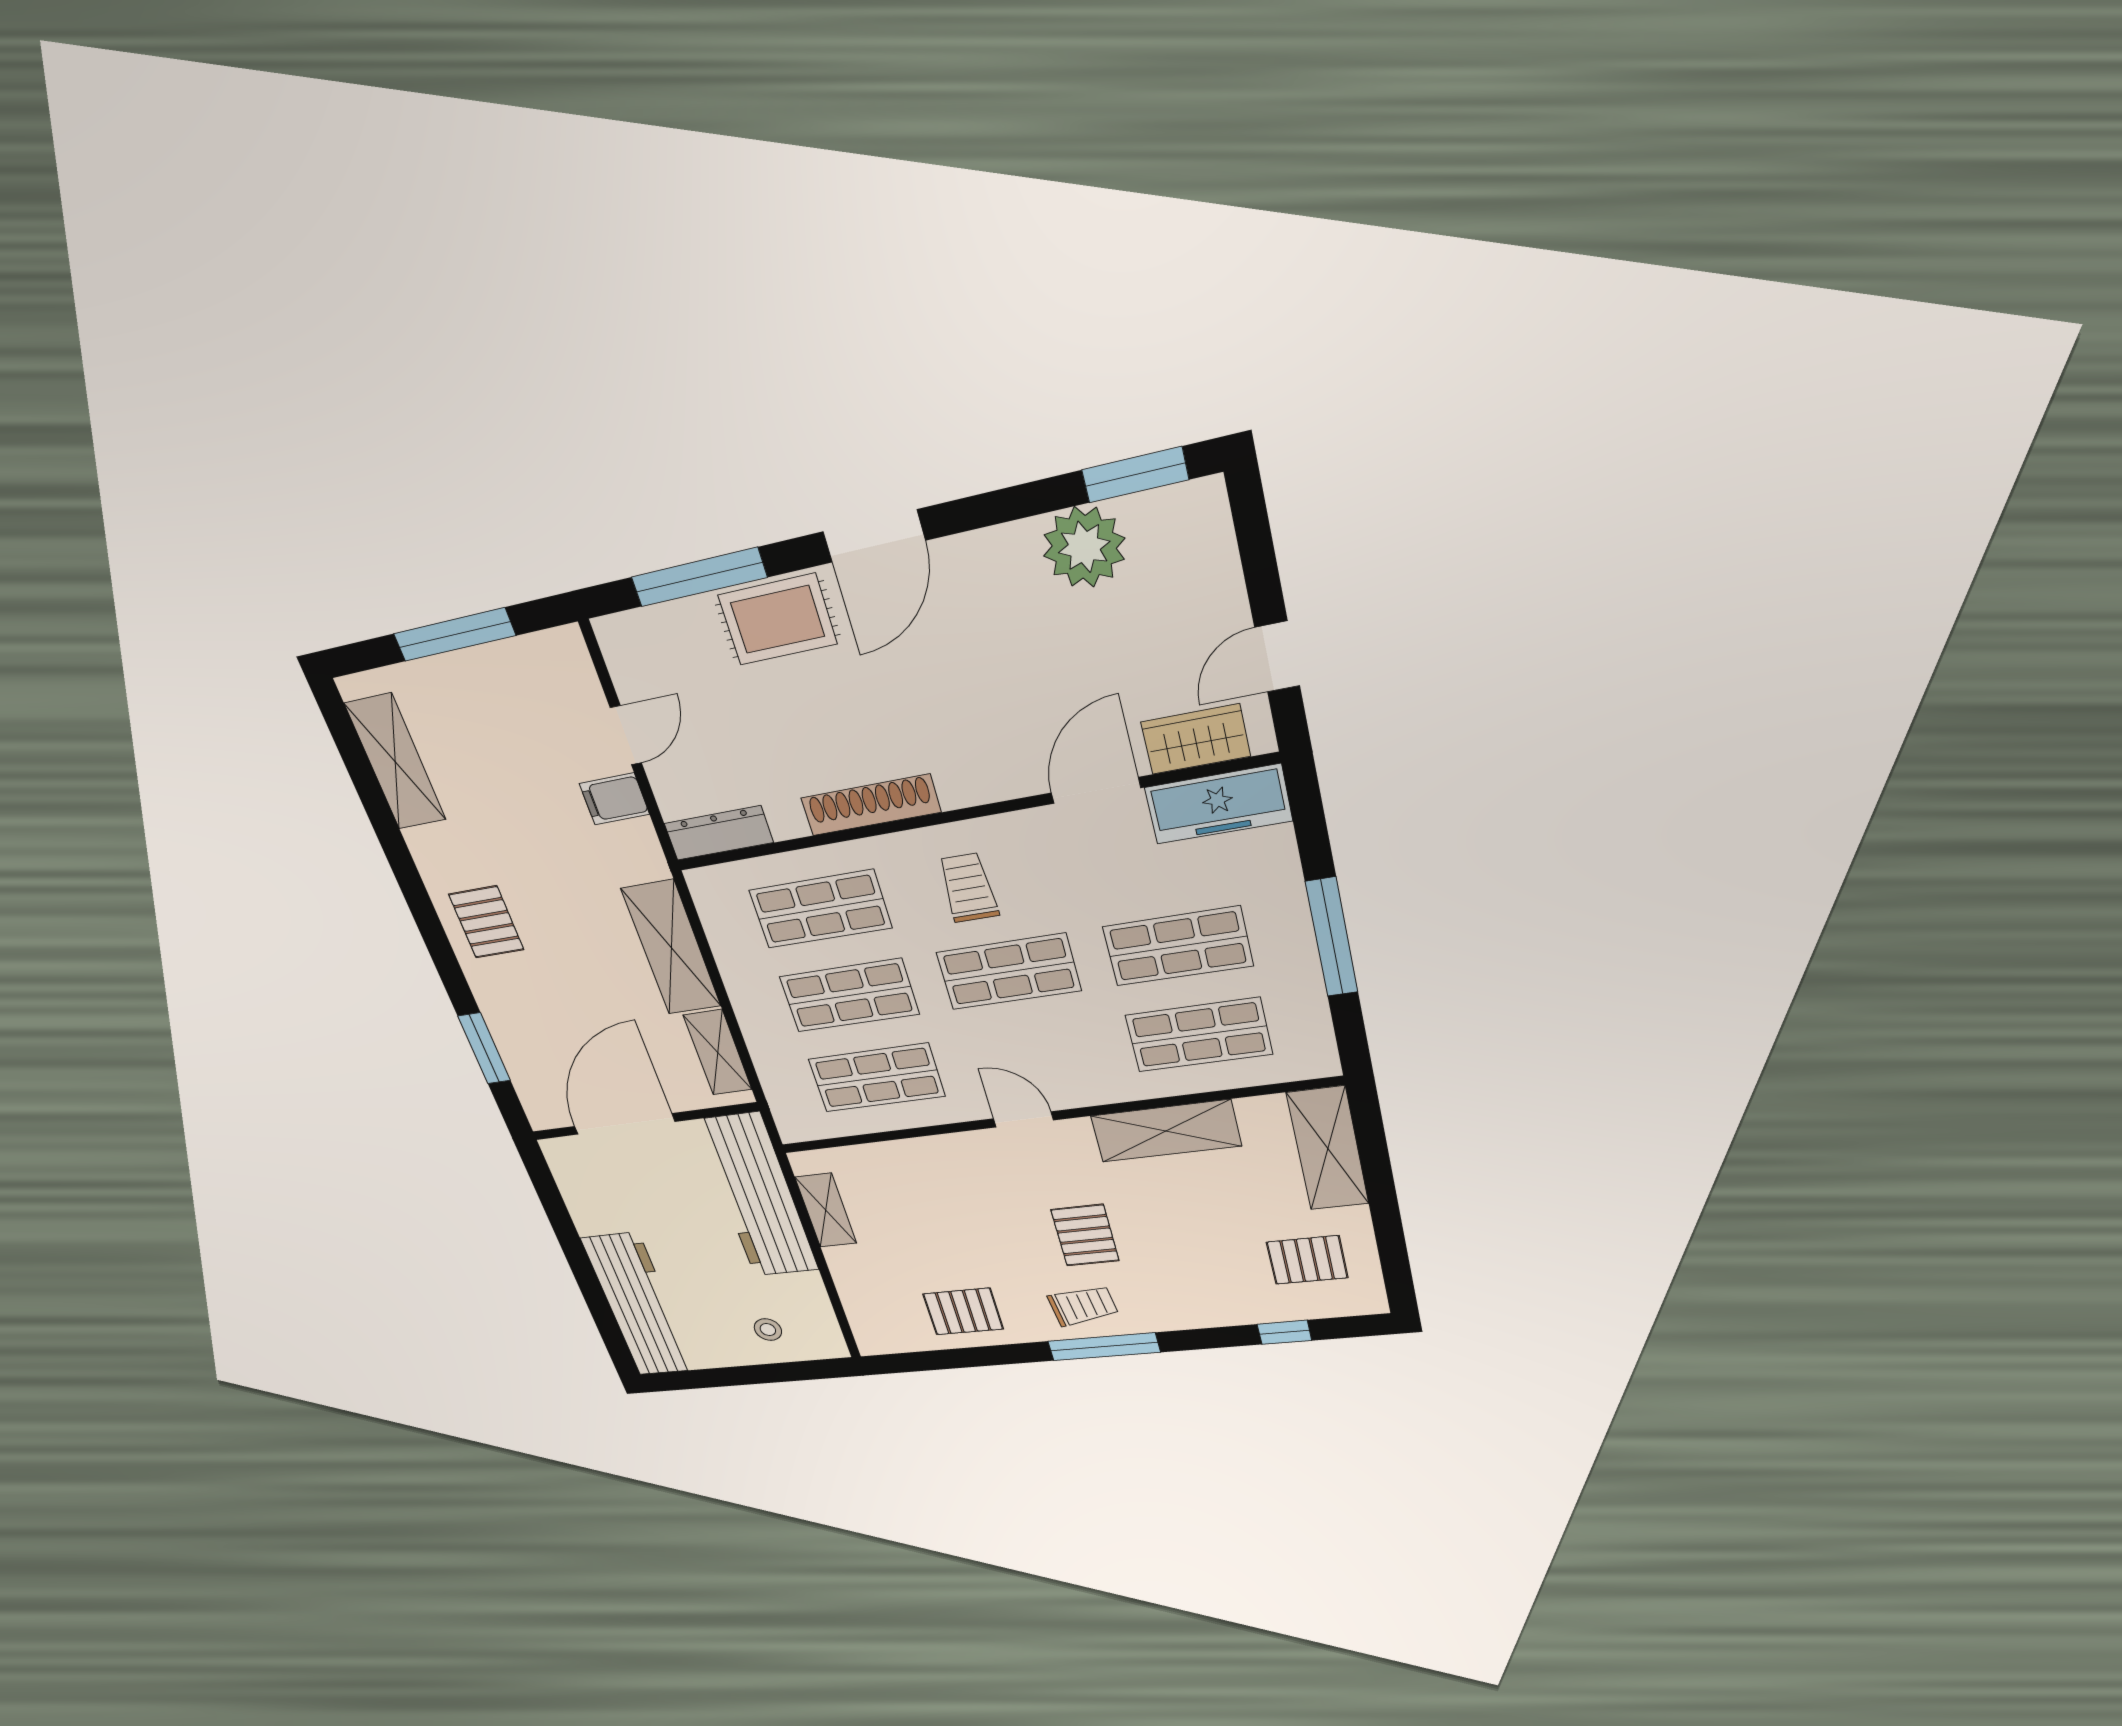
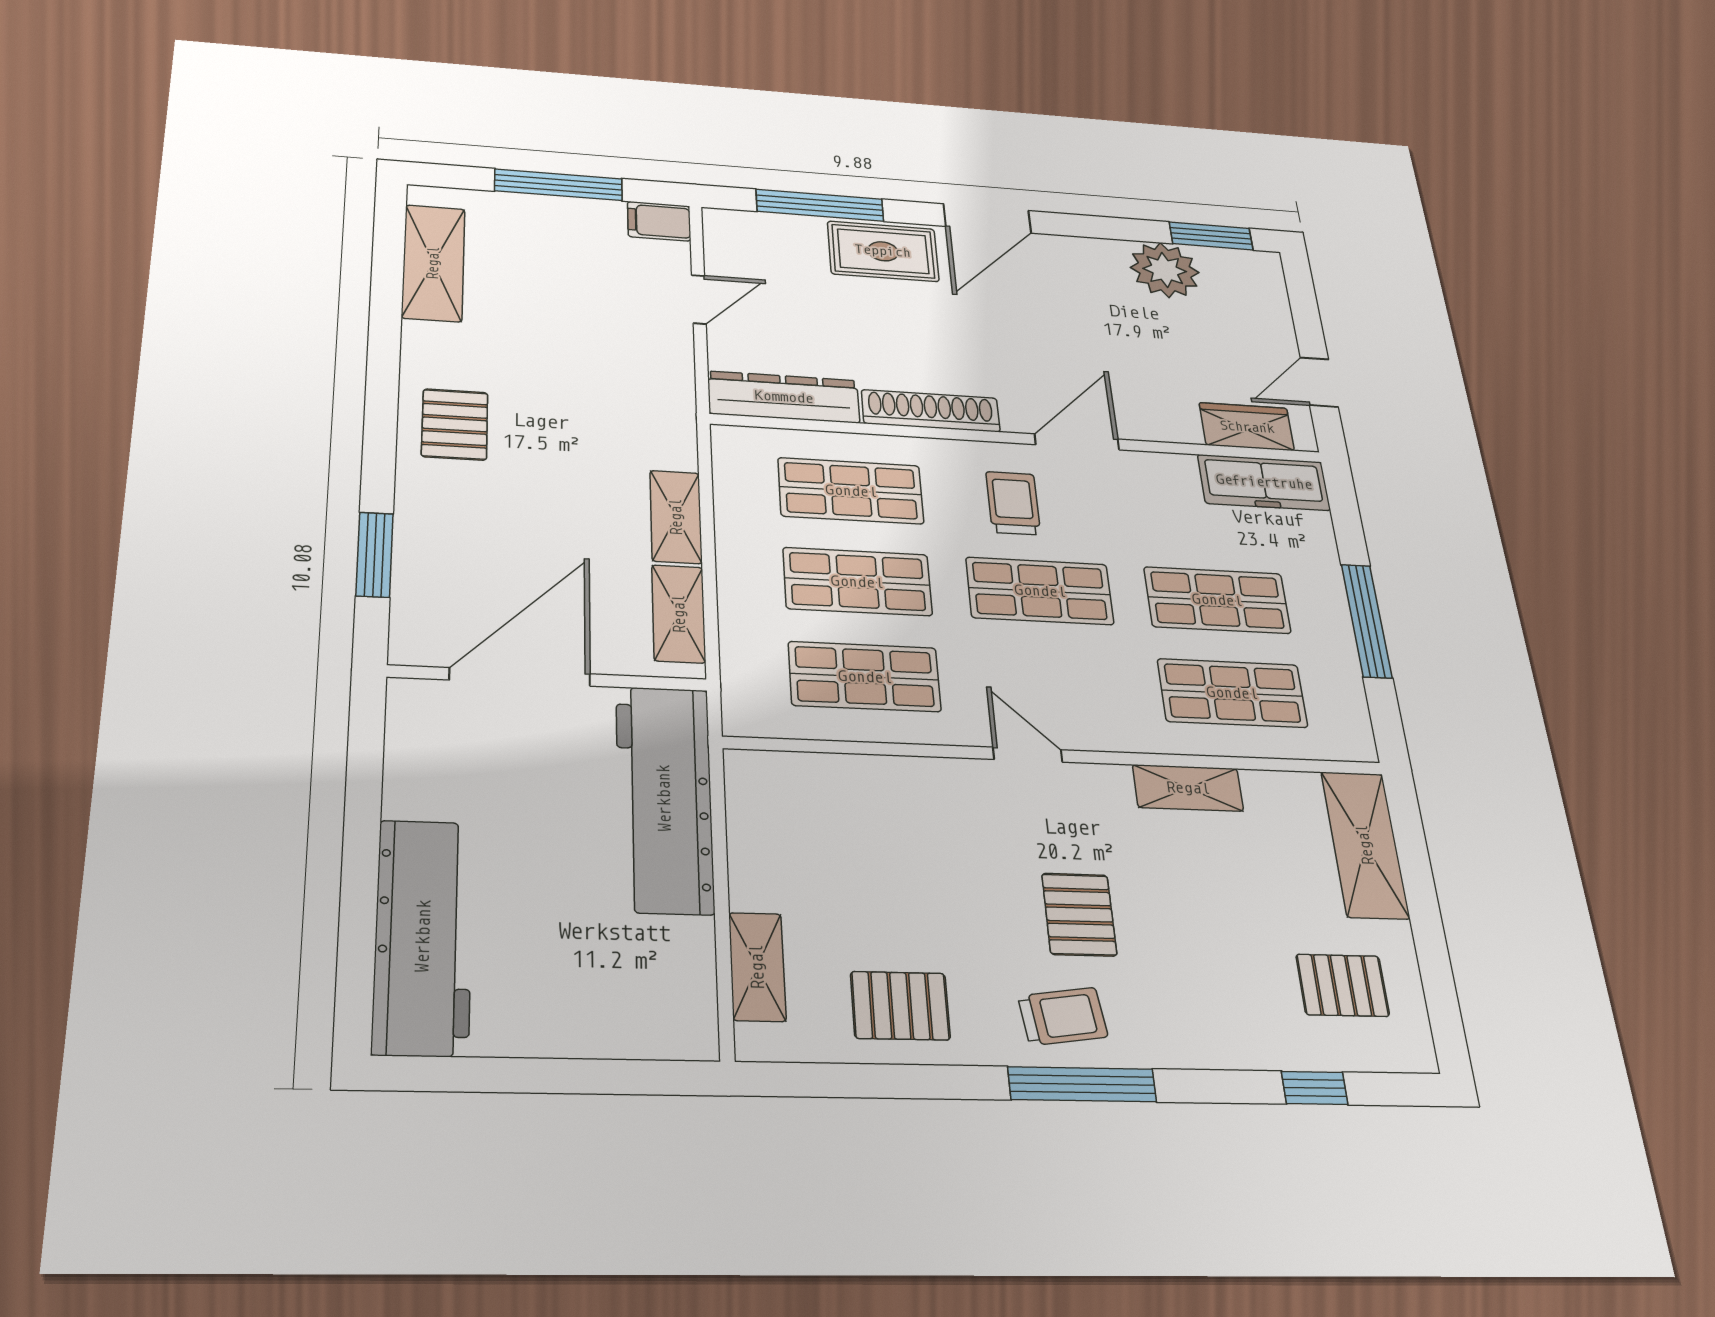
door: (1096, 790) -> (1077, 442), moved
filing cabinet: (614, 799) -> (659, 221), moved
dresser: (719, 833) -> (784, 397), width x1.37, depth x1.24
shelving: (671, 948) -> (676, 517), width x0.67, depth x0.75
shelving: (1166, 1131) -> (1188, 788), width x0.67, depth x0.75
shelving: (826, 1210) -> (757, 967), moved
stool: (768, 1330) -> (608, 1001), removed

